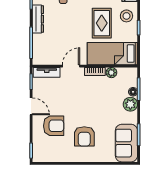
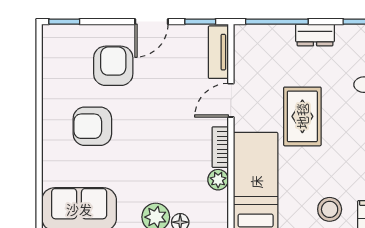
dresser: (38, 19) -> (315, 35), width x0.70
rug: (102, 23) -> (302, 116), moved, turned 90
door: (71, 66) -> (231, 100), swing flipped
armchair: (54, 126) -> (113, 66), turned 180

